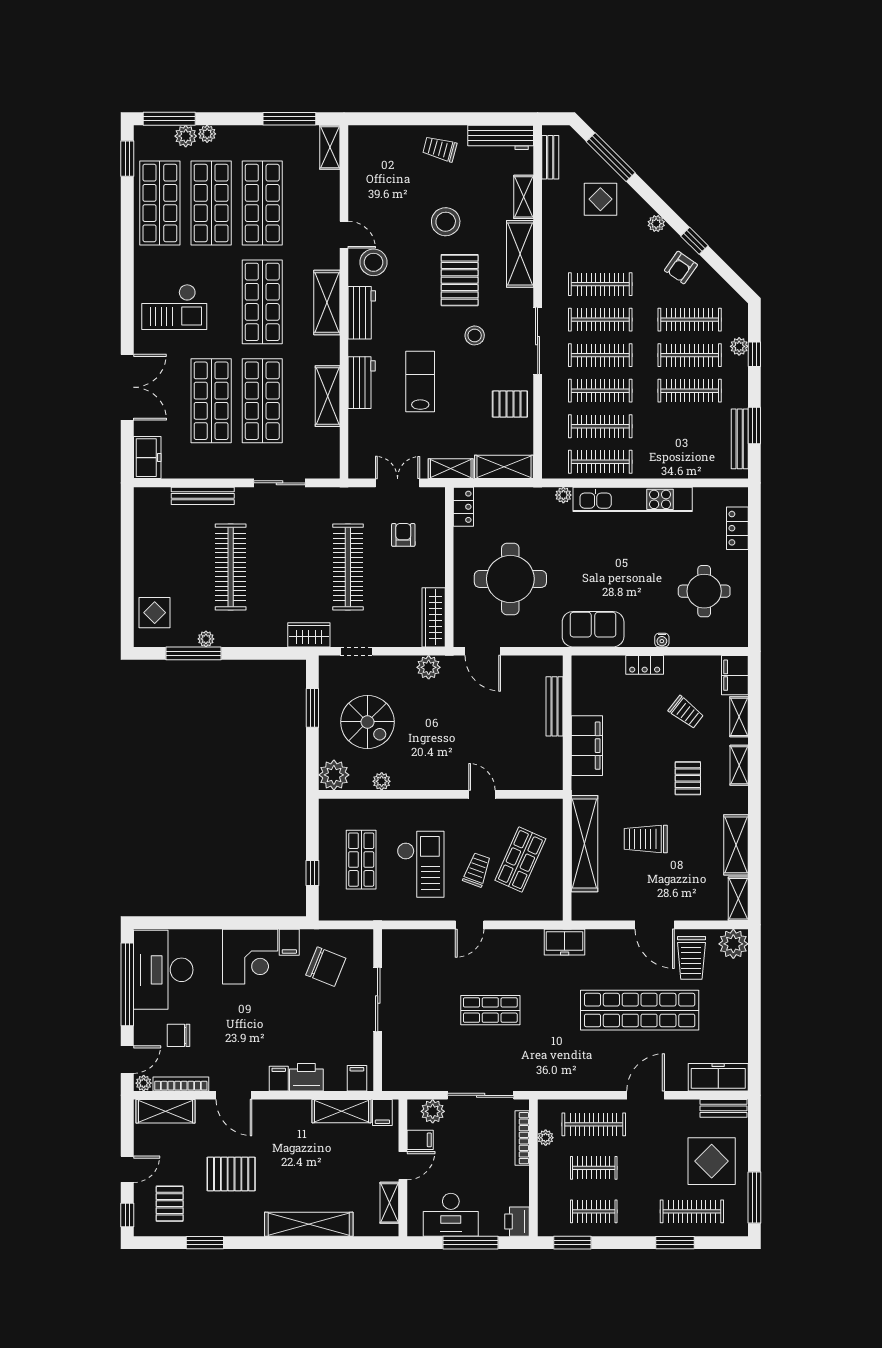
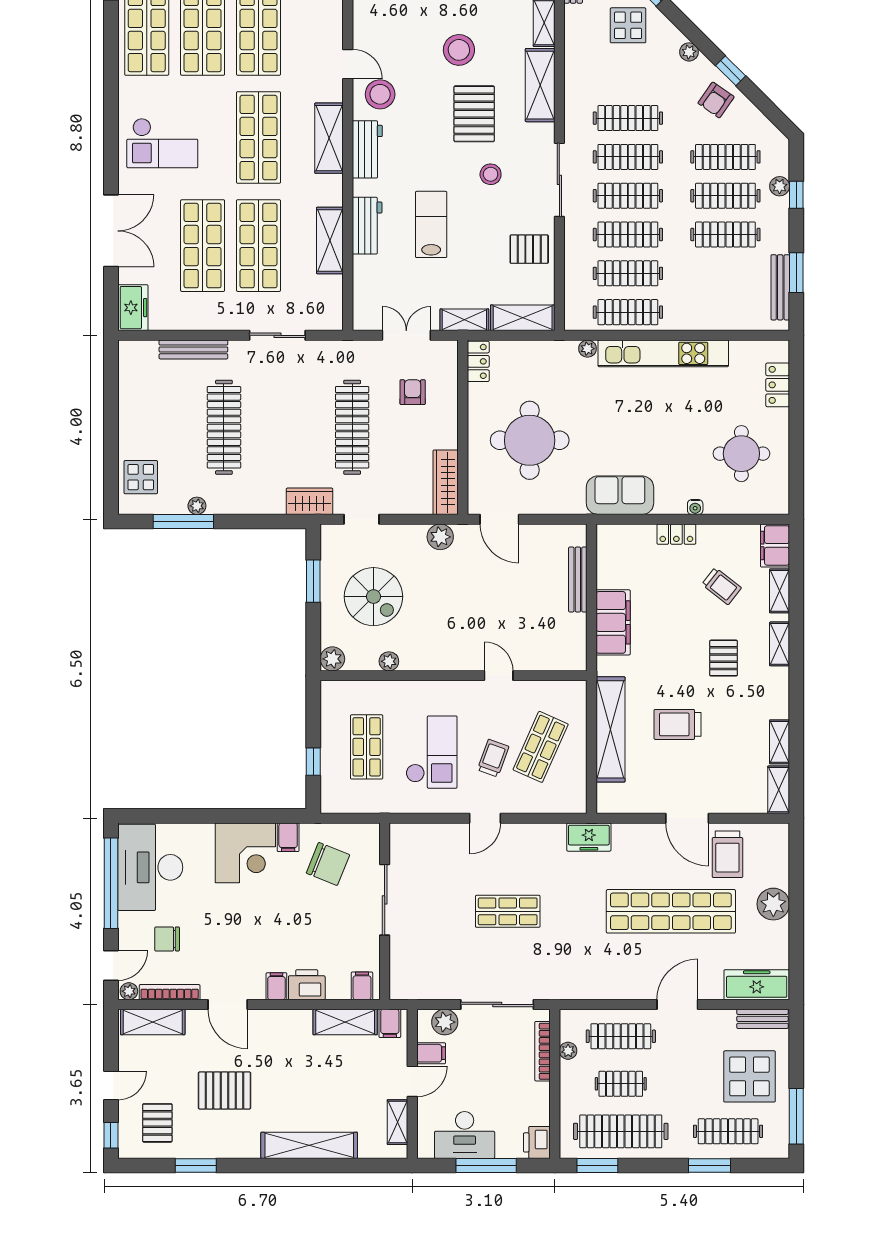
plant: (334, 775) -> (332, 659), width x0.73, depth x0.73
shelving: (736, 845) -> (779, 742), width x0.67, depth x0.75
plant: (733, 944) -> (773, 904), moved
clothes rail: (594, 1211) -> (621, 1131), width x1.86, depth x1.31

